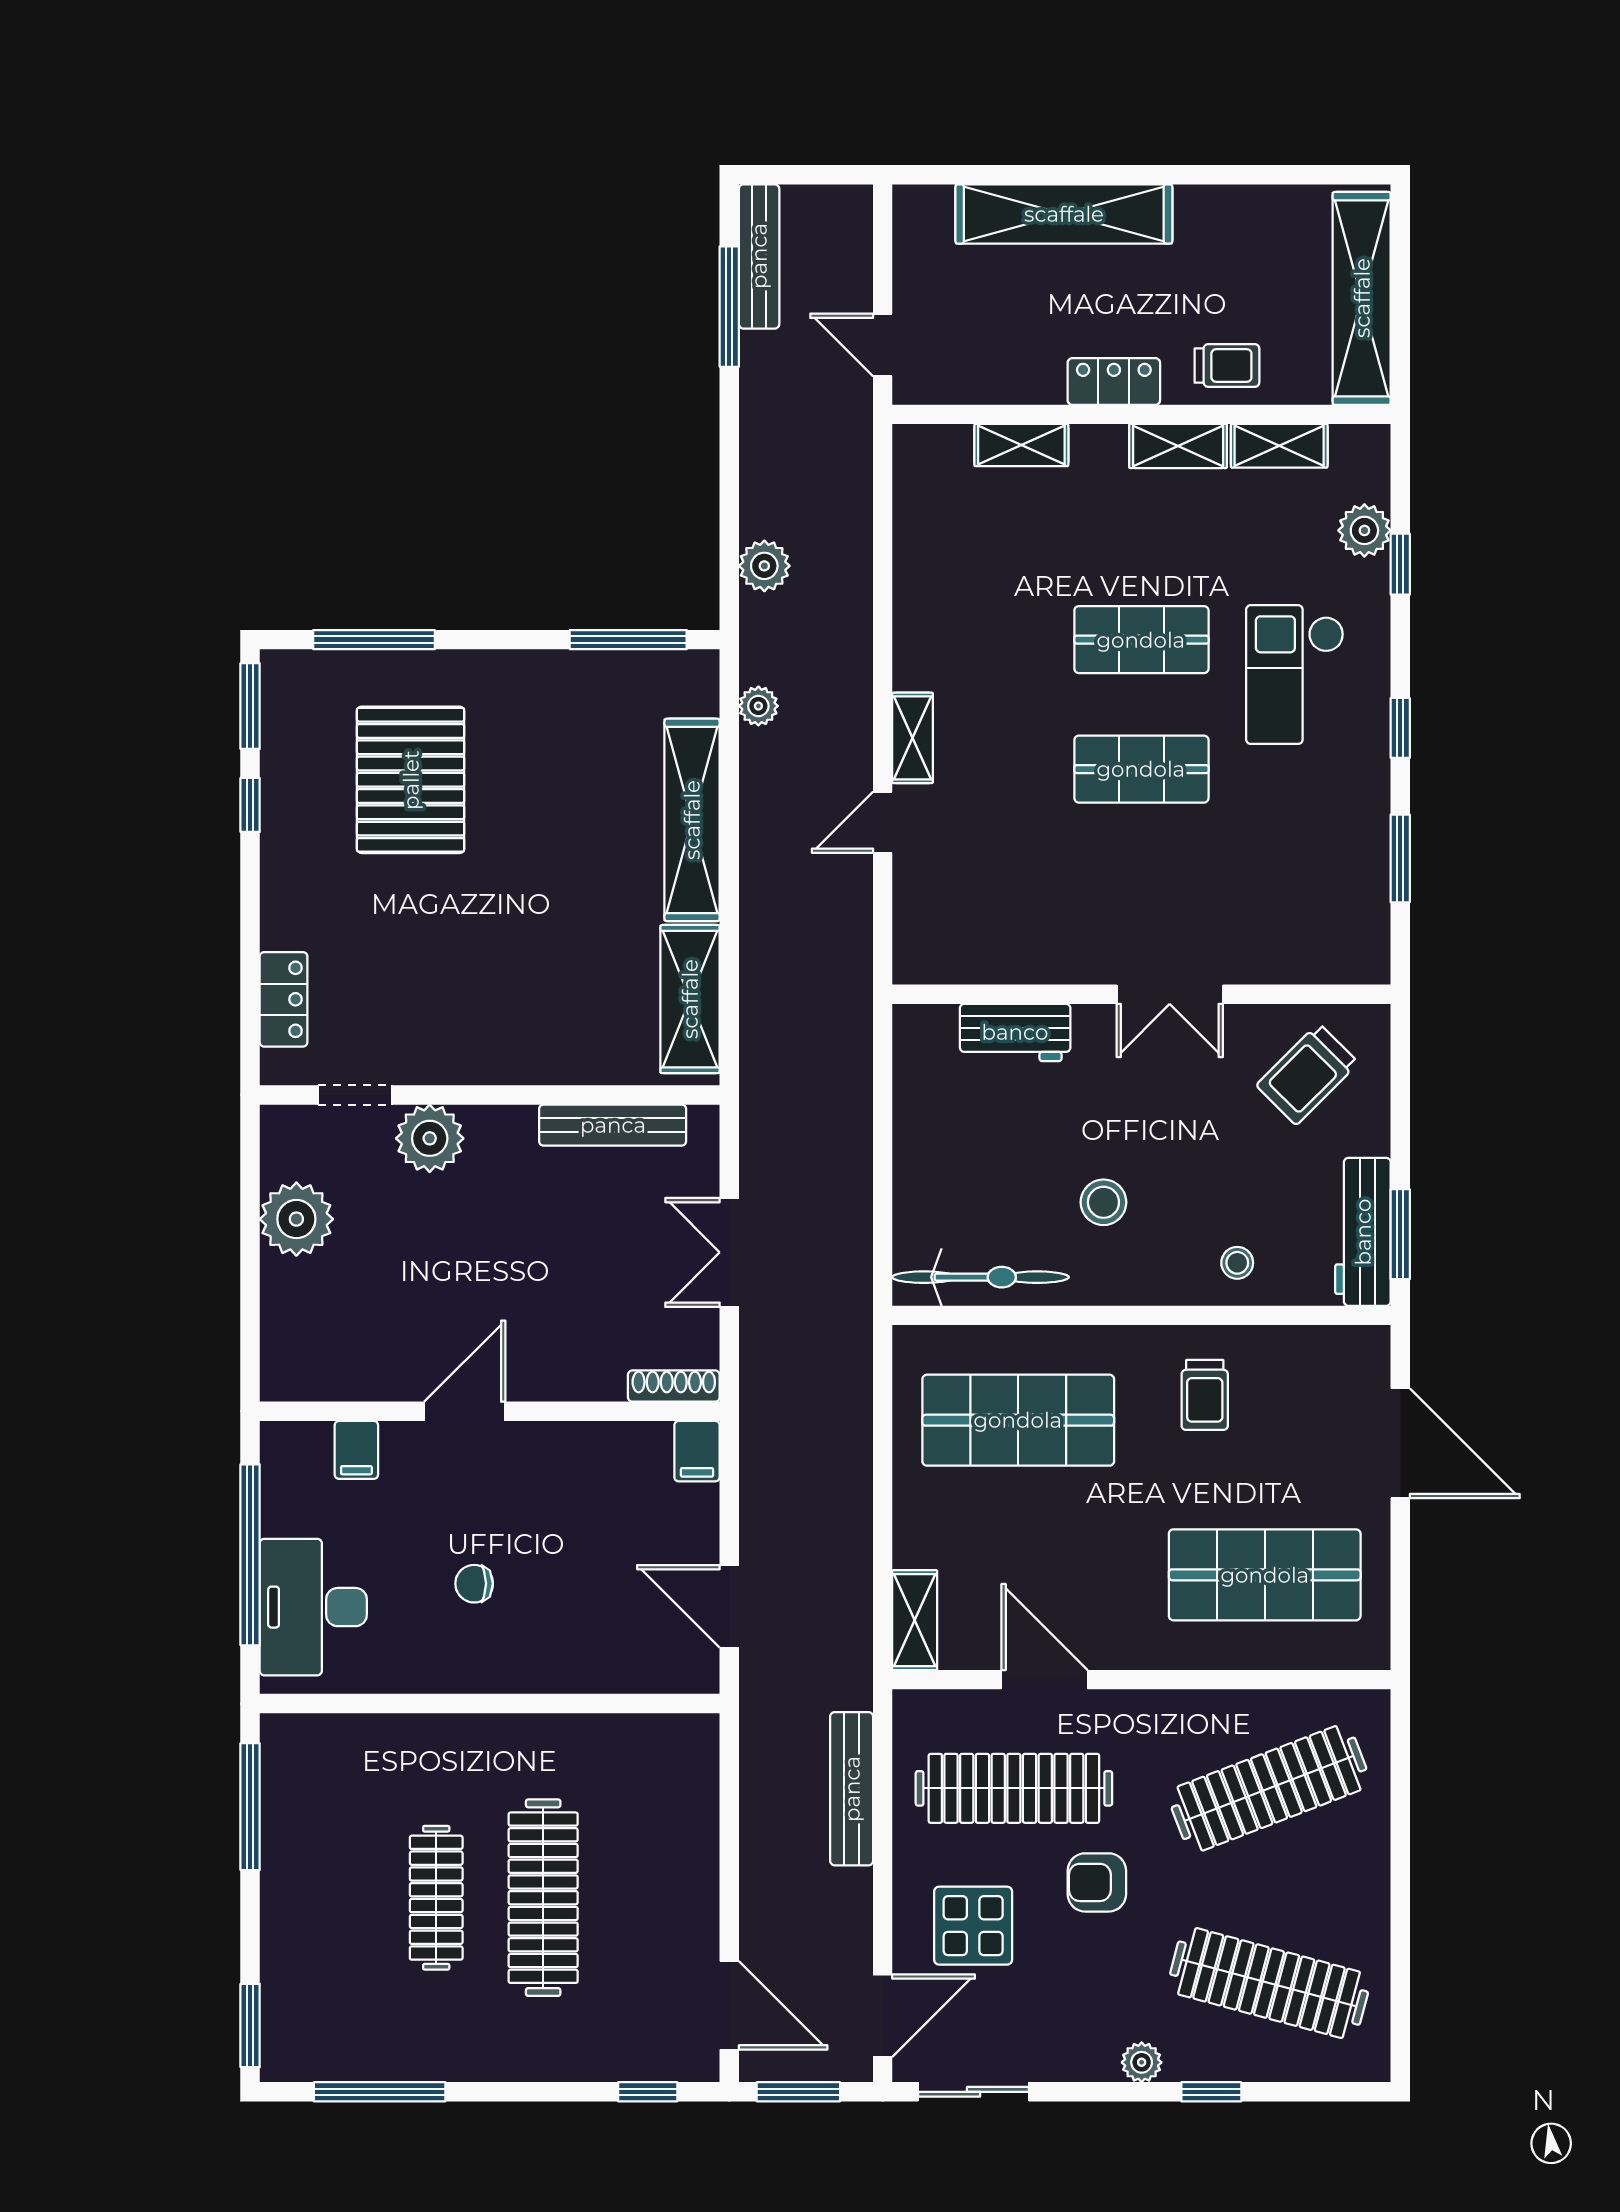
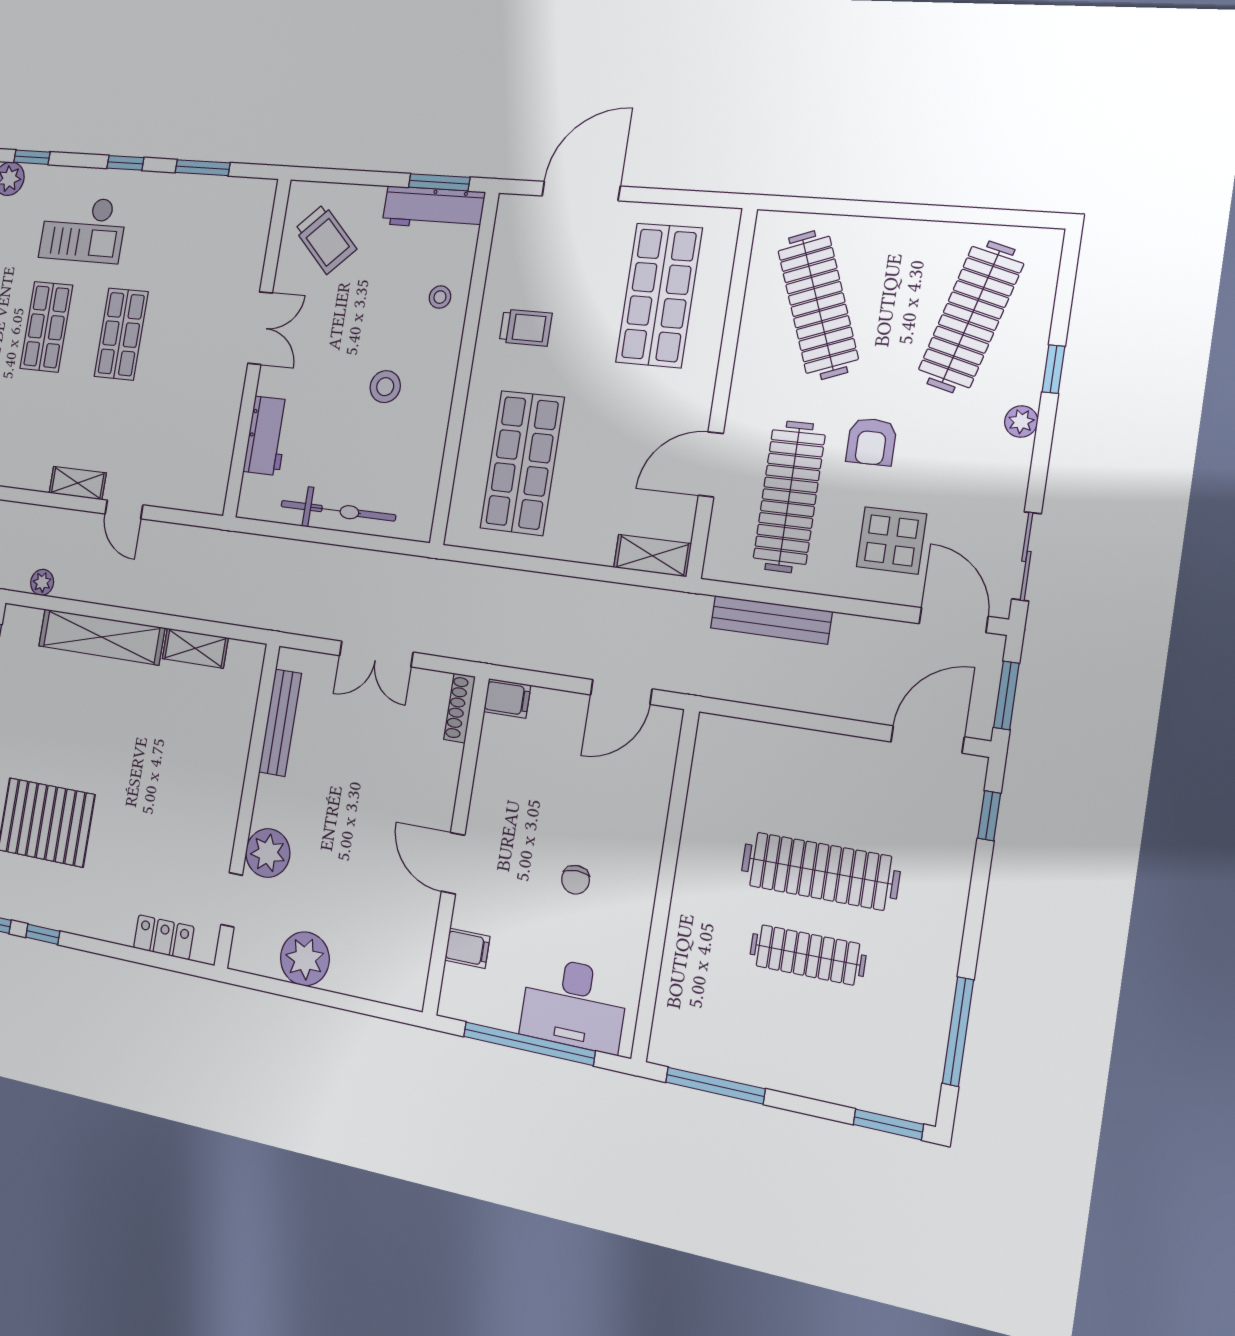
shelving: (690, 999) -> (195, 648), width x0.67, depth x0.75
bicycle: (981, 1277) -> (338, 511), moved, turned 90

